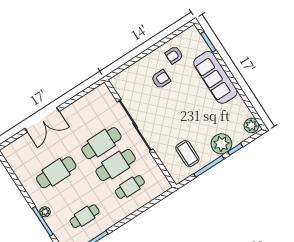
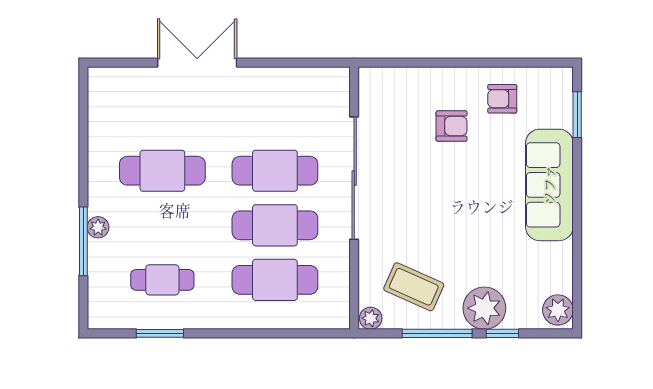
double door: (42, 120) -> (197, 63), swing flipped
coffee table: (187, 154) -> (414, 287), turned -66
plant: (178, 177) -> (371, 318), added
cafe table: (130, 187) -> (275, 280), width x1.37, depth x1.35

